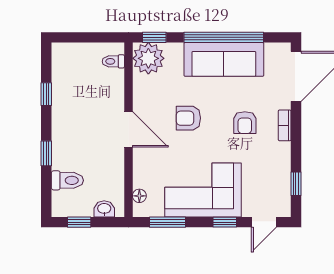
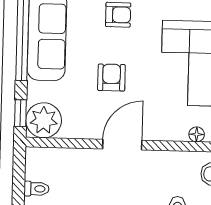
toilet: (113, 61) -> (36, 189), moved, turned -90
armchair: (188, 118) -> (111, 78), turned 180

